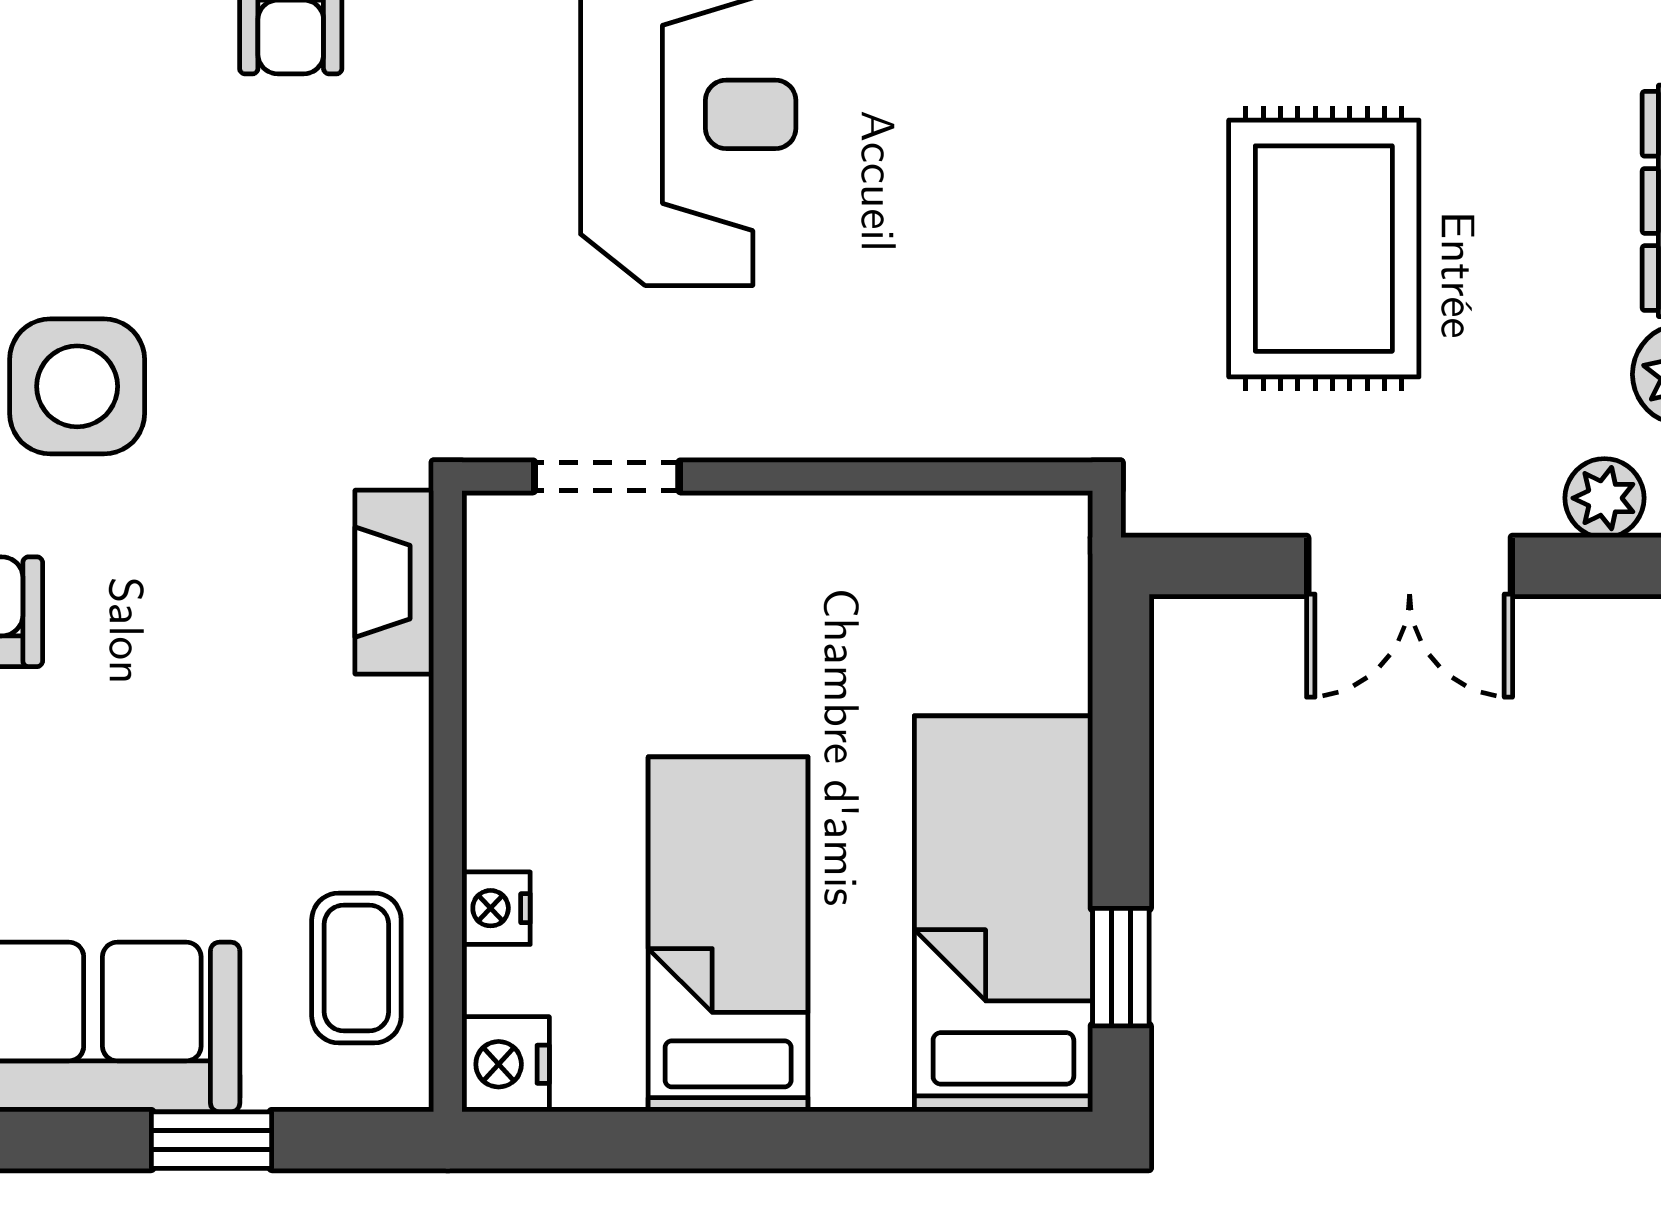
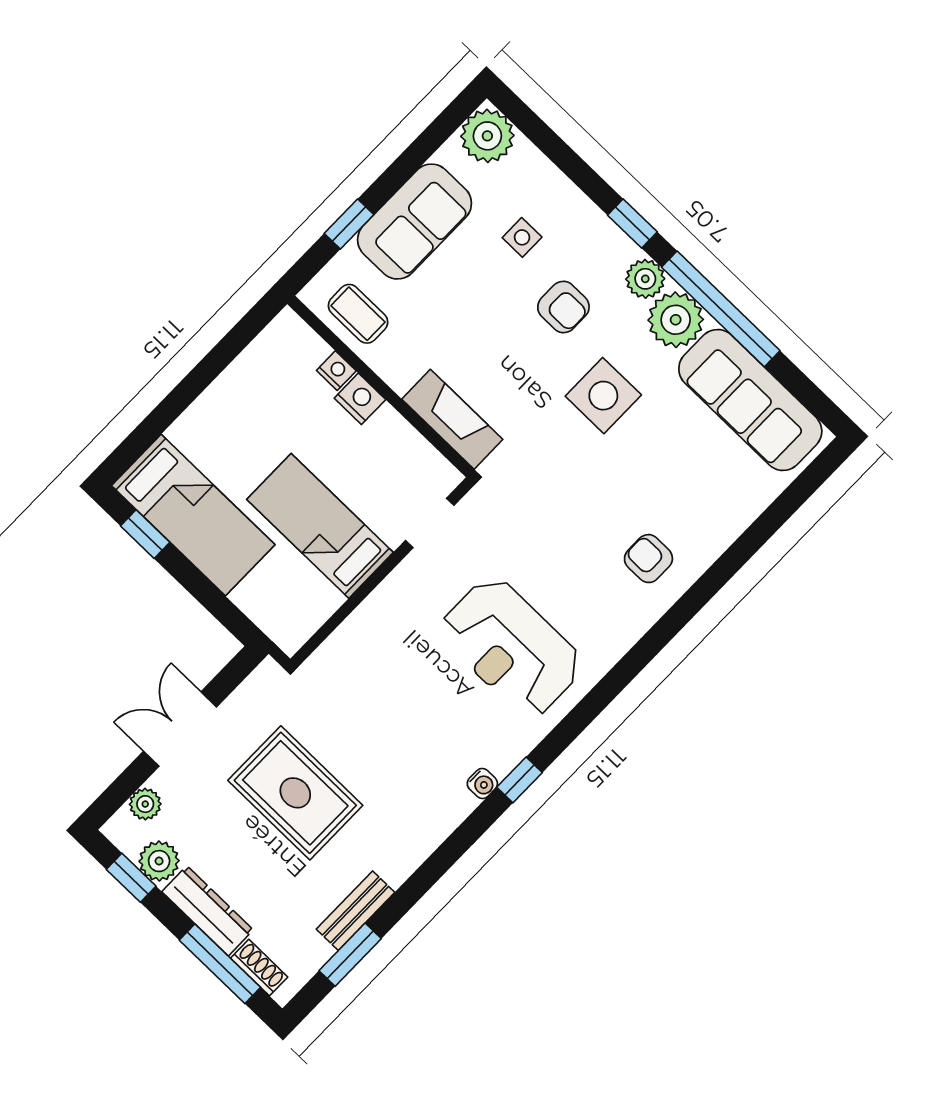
fireplace: (394, 582) -> (452, 419), width x1.37, depth x1.32
bed: (728, 934) -> (320, 526), moved, turned 180
nightstand: (506, 1064) -> (360, 399), moved

